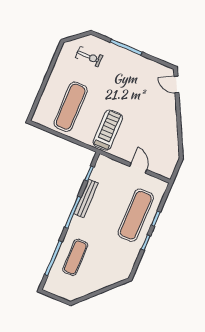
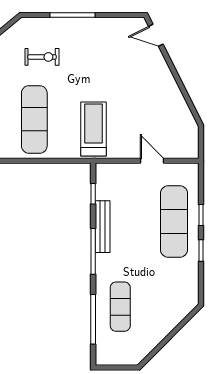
exercise bike: (89, 57) -> (42, 57), moved

